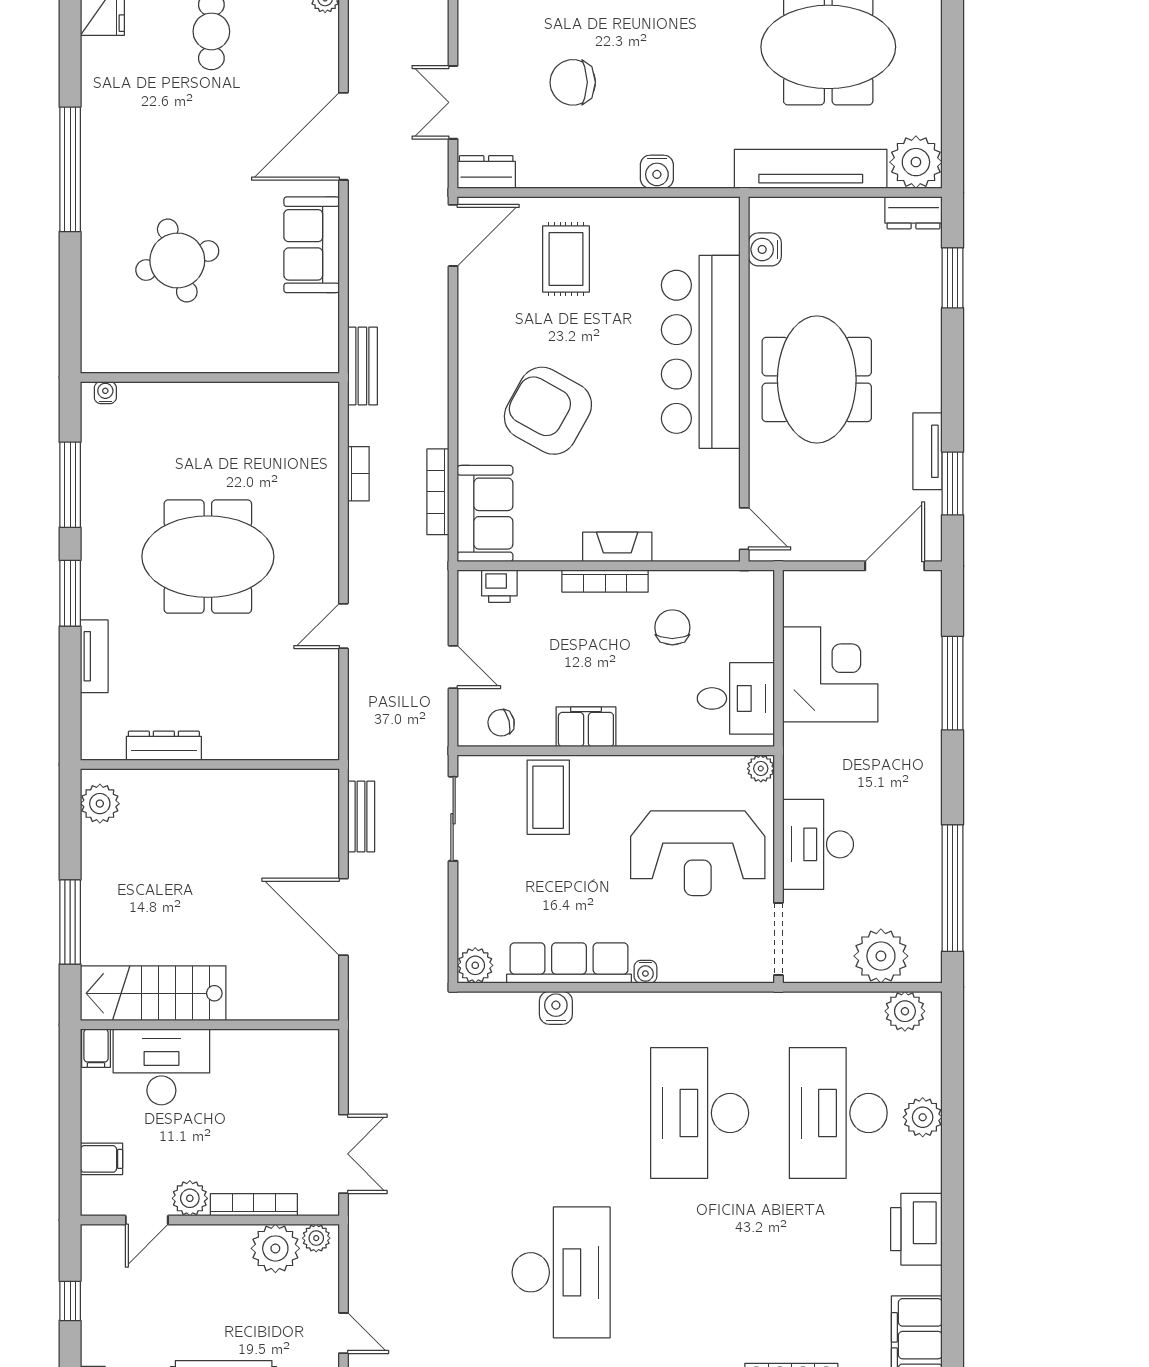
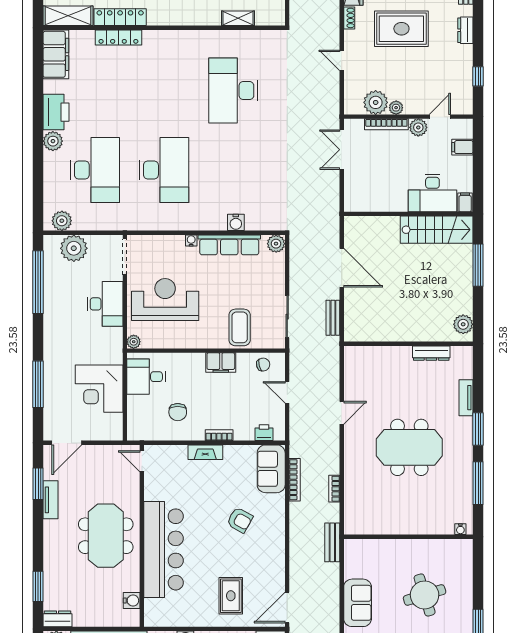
armchair: (548, 411) -> (240, 520), width x0.53, depth x0.53
bookcase: (605, 581) -> (219, 435), width x0.64
plant: (923, 1117) -> (53, 141), moved
plant: (316, 1238) -> (396, 108), moved

